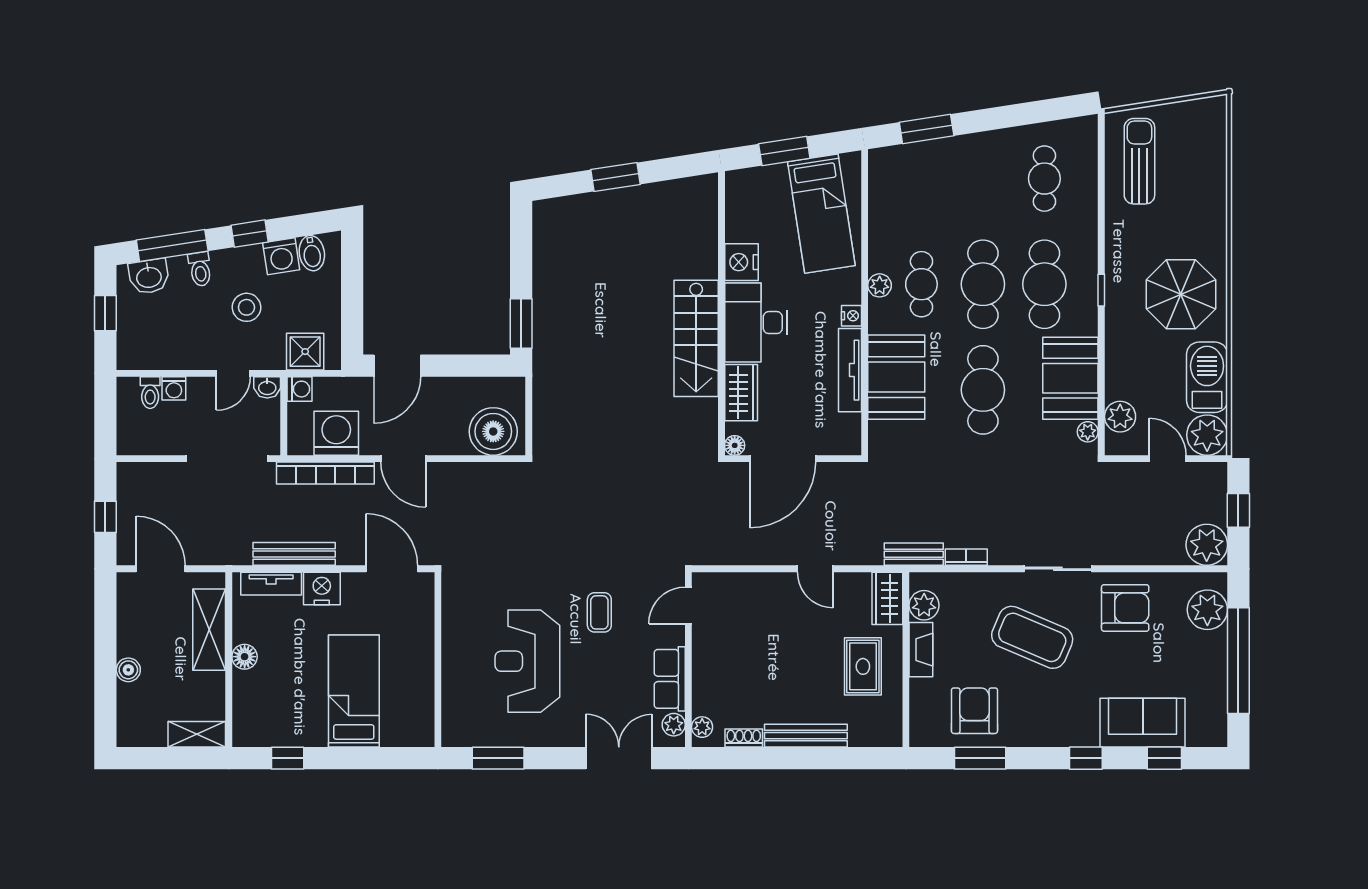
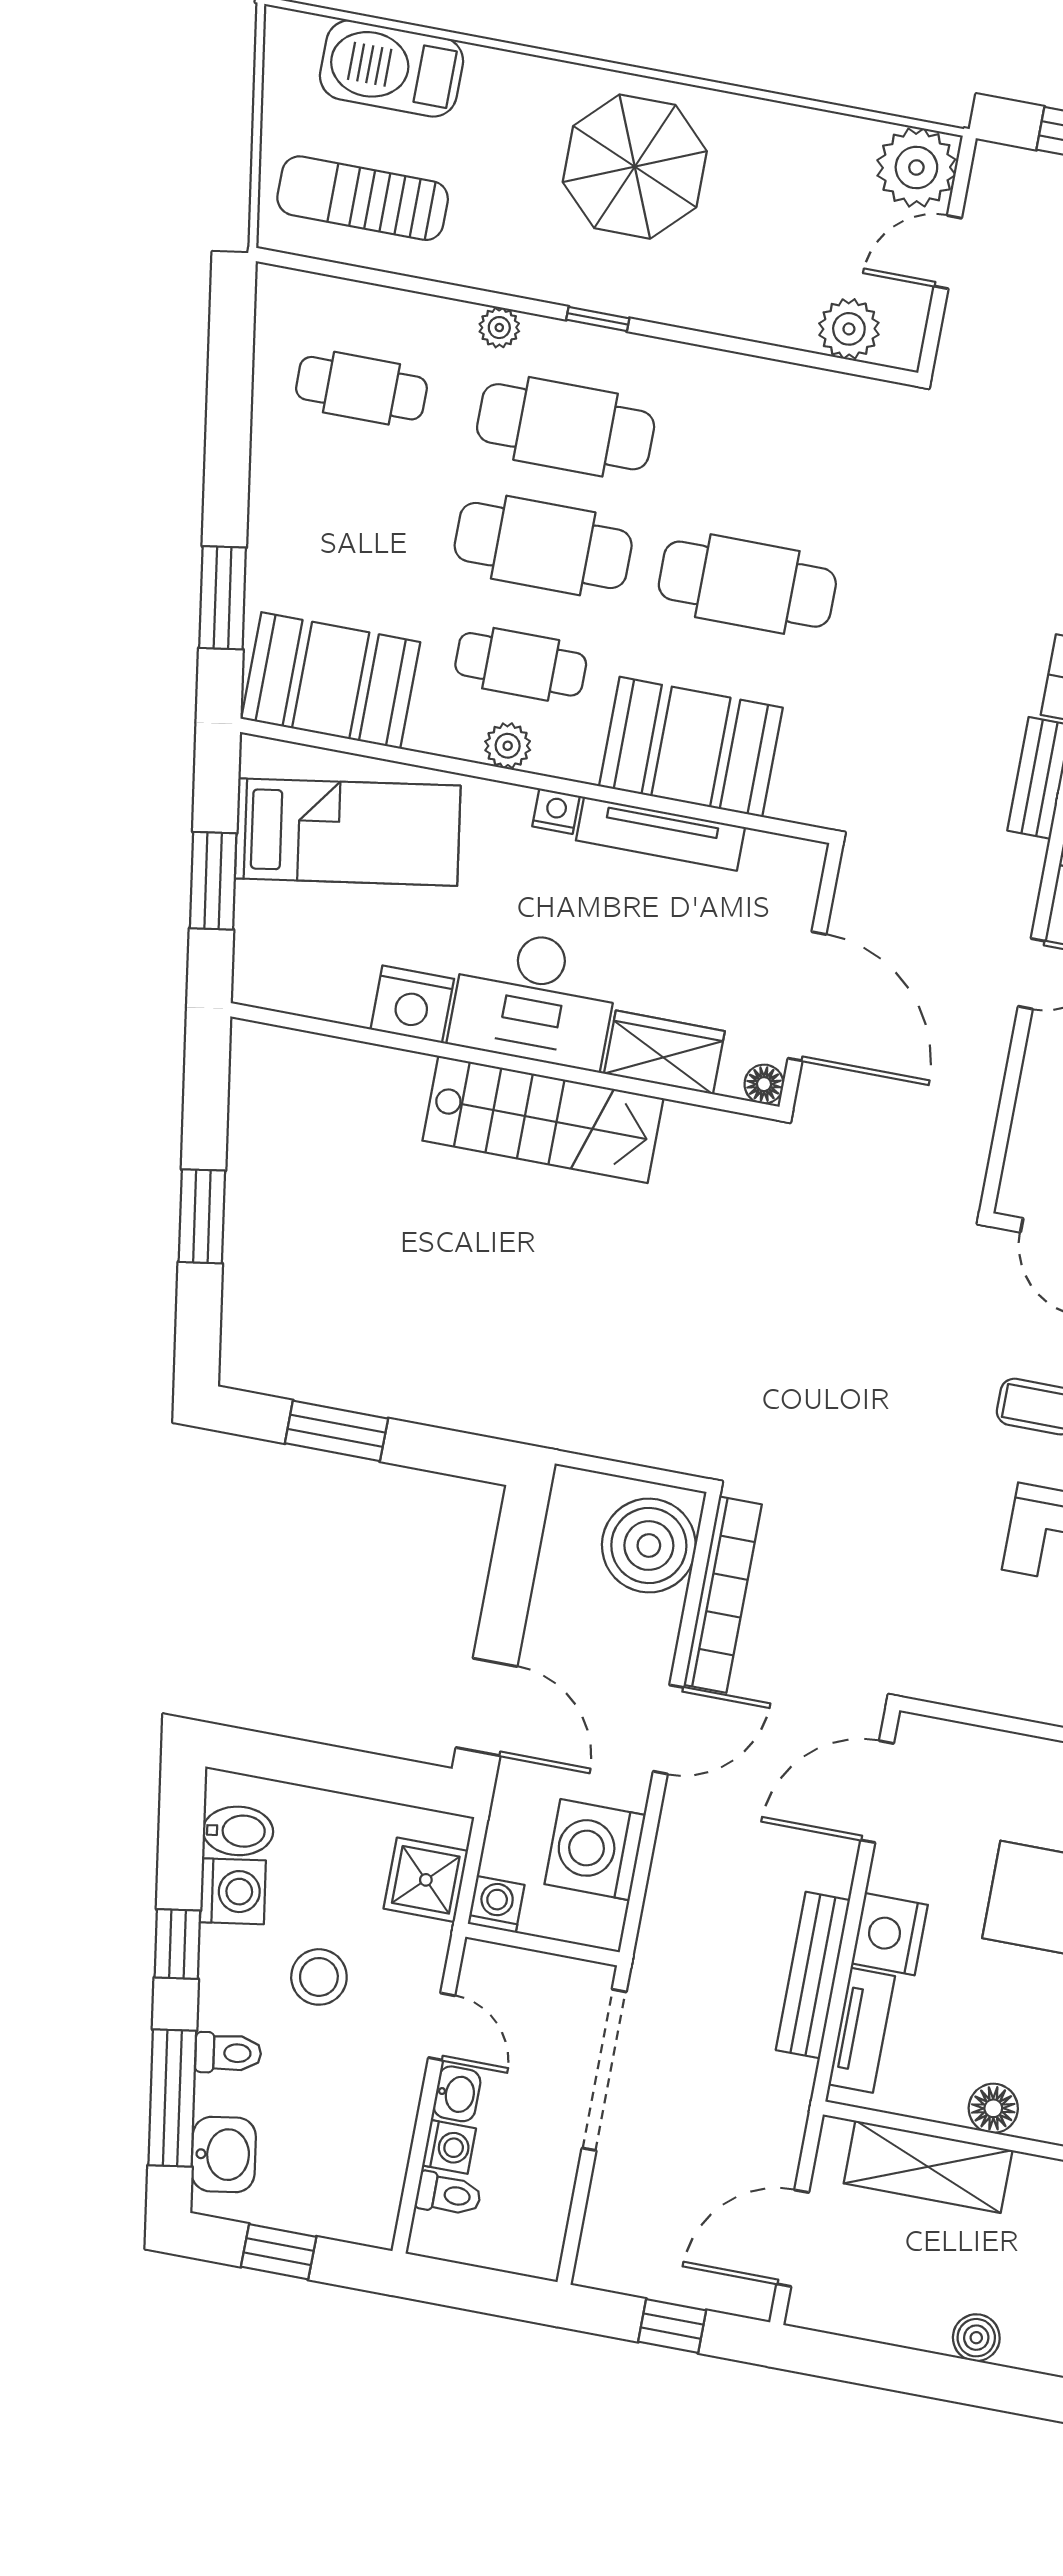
window: (521, 323) -> (336, 1431), moved
barbecue: (1207, 377) -> (392, 68), moved
booth: (1070, 378) -> (331, 680), moved
washbasin: (267, 387) -> (457, 2094), moved
plant: (1088, 432) -> (499, 328), moved
bookcase: (325, 473) -> (723, 1595), moved

